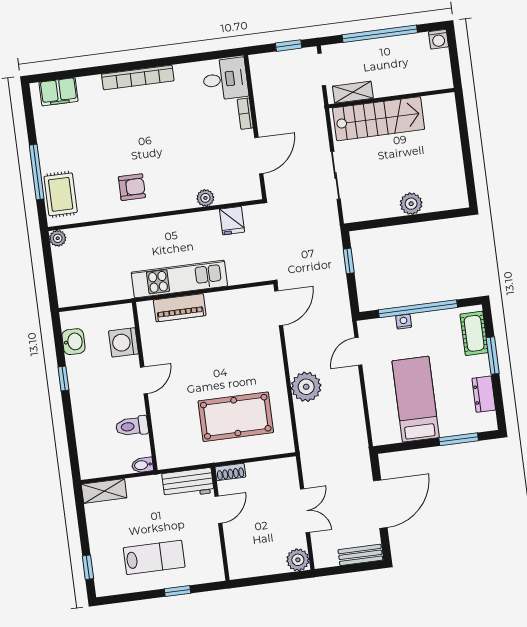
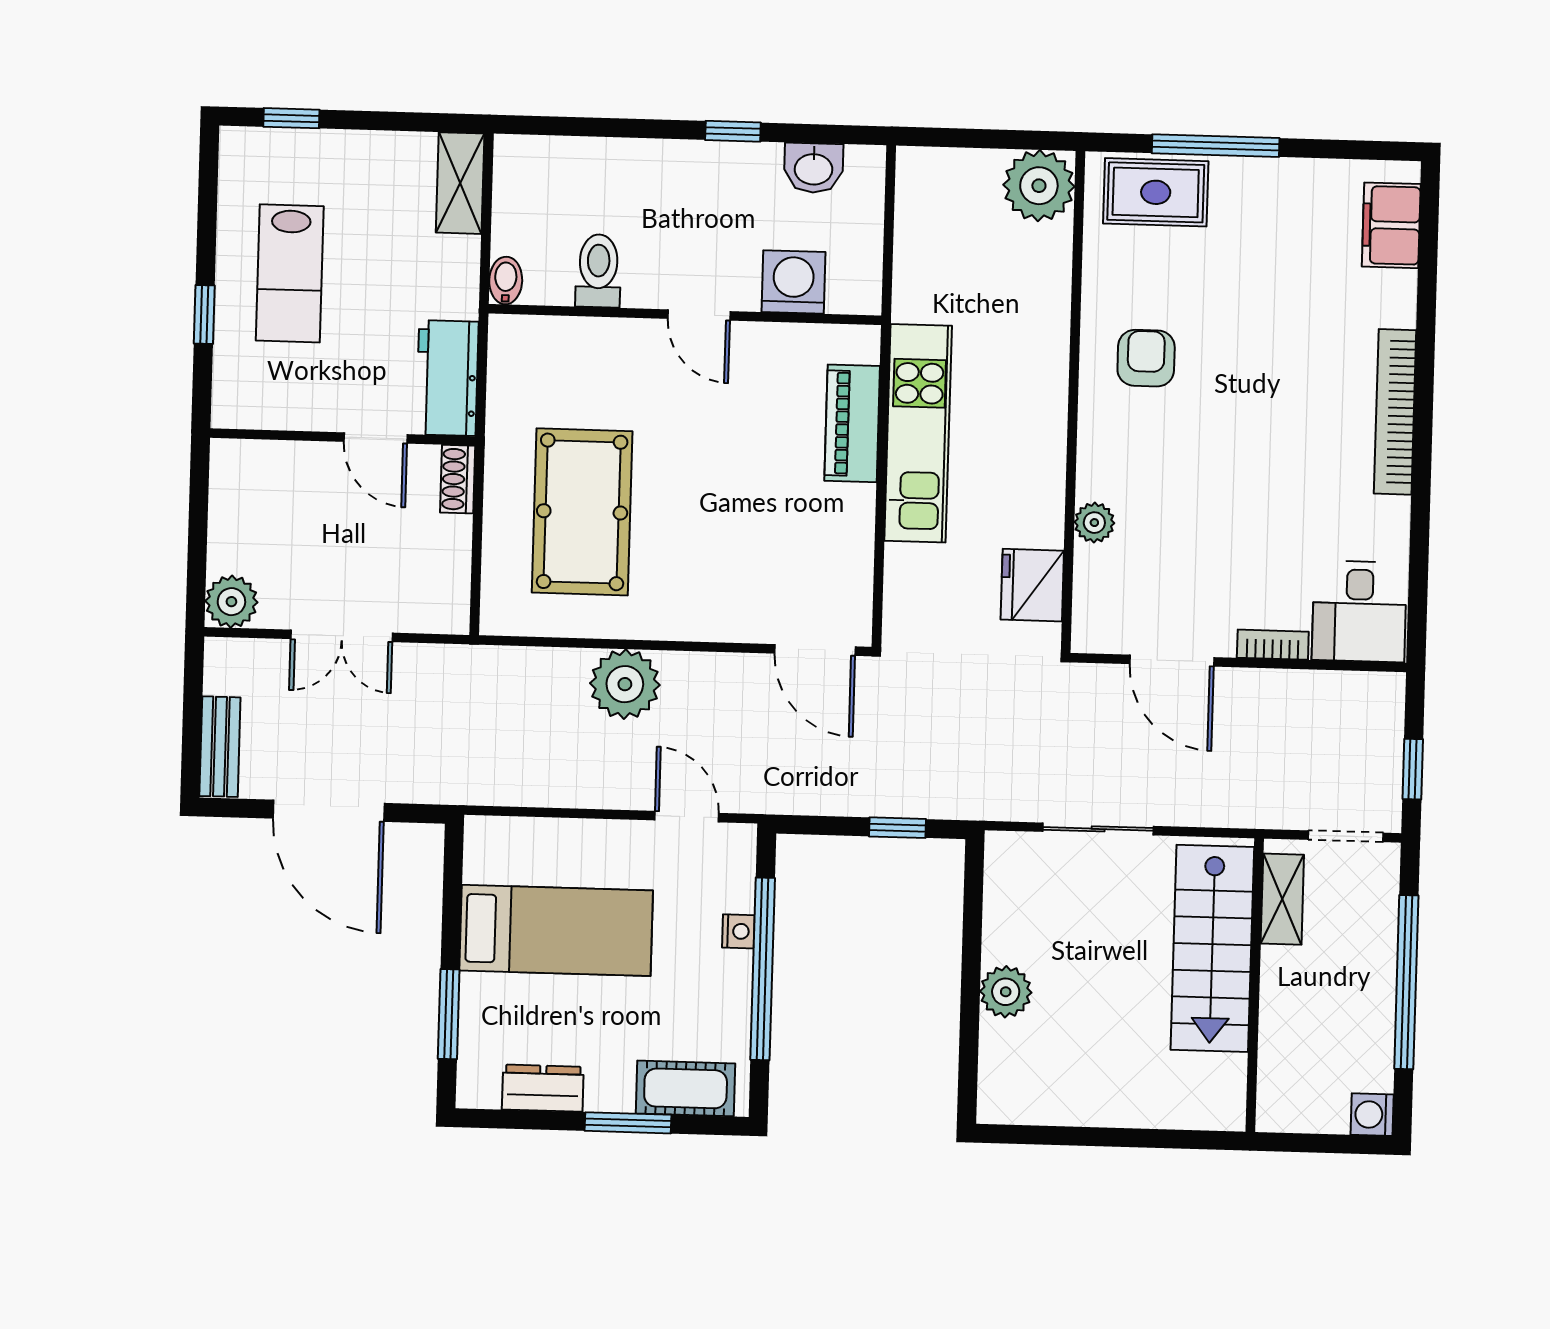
armchair: (132, 187) -> (1146, 358), turned 180
fridge: (232, 221) -> (1032, 585), width x1.38
plant: (58, 238) -> (1039, 186), width x1.88, depth x1.88

